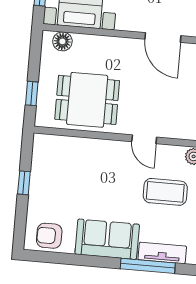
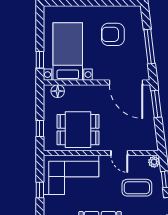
door: (163, 37) -> (126, 82), width x1.36
corner sofa: (71, 165) -> (71, 175), added

